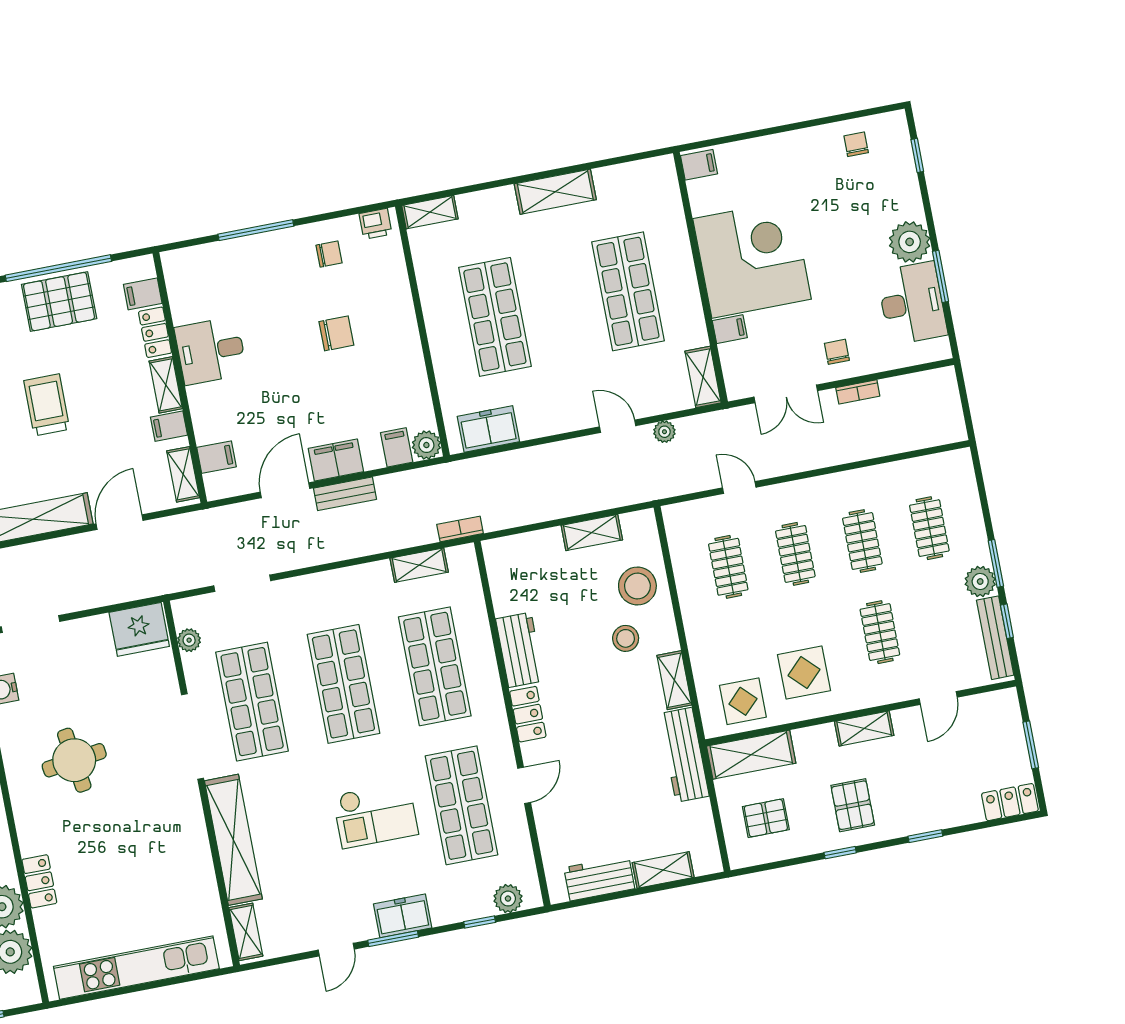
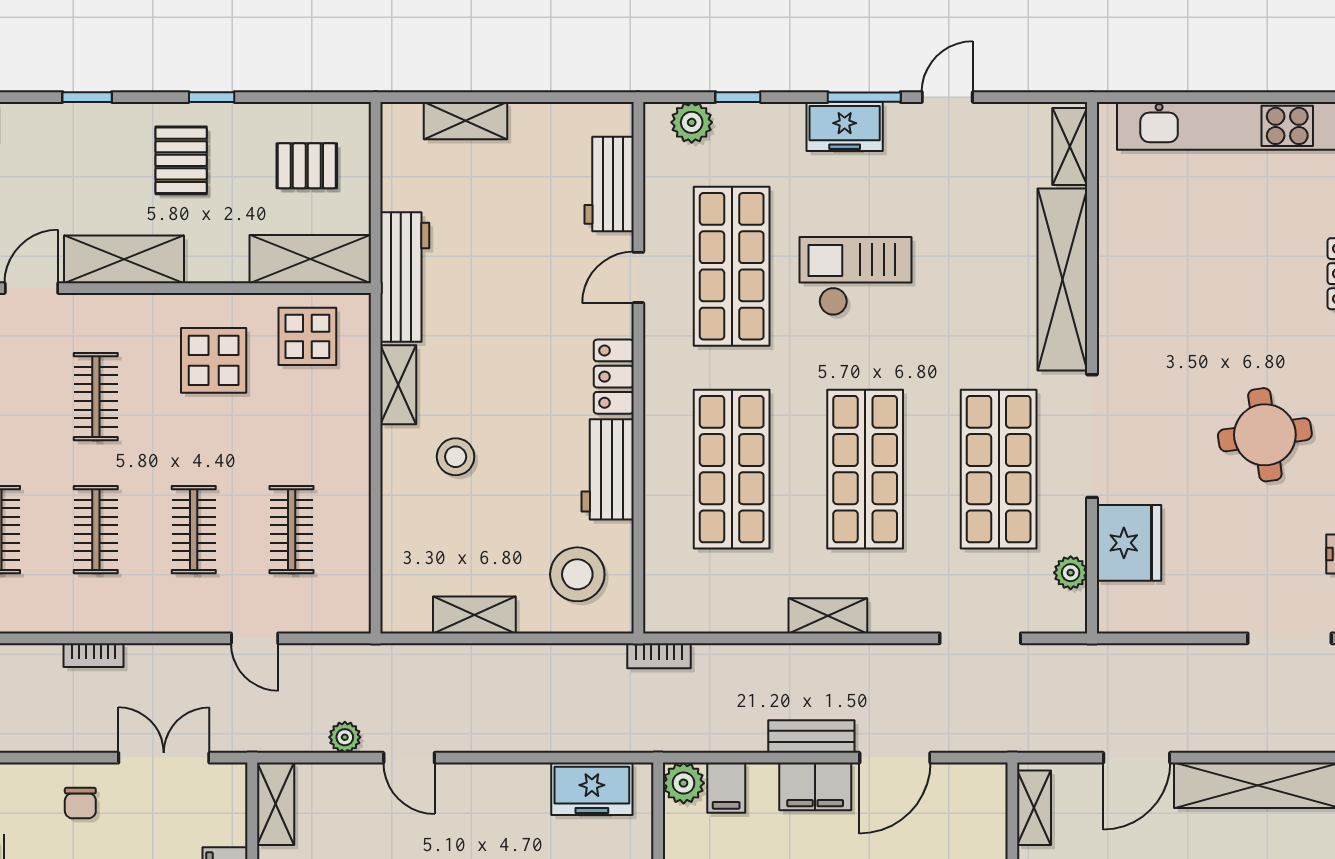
bookcase: (858, 392) -> (94, 655), moved, turned 180
filing cabinet: (217, 457) -> (982, 823), removed
shelving: (419, 565) -> (828, 616), moved
stool: (637, 586) -> (577, 574), moved
fridge: (139, 629) -> (1129, 543), moved, turned 90
shelving: (864, 728) -> (124, 259), width x1.50, depth x1.33
workbench: (599, 878) -> (609, 184), moved, turned 90

